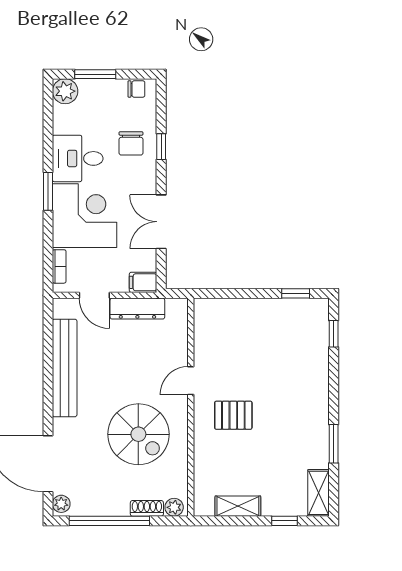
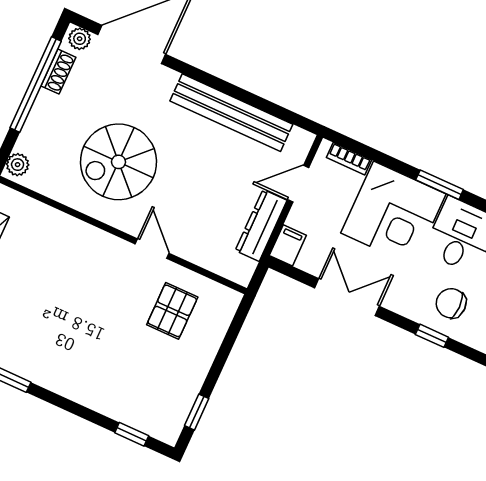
pallet: (233, 415) -> (172, 311), moved
shoe rack: (147, 508) -> (58, 72), moved

